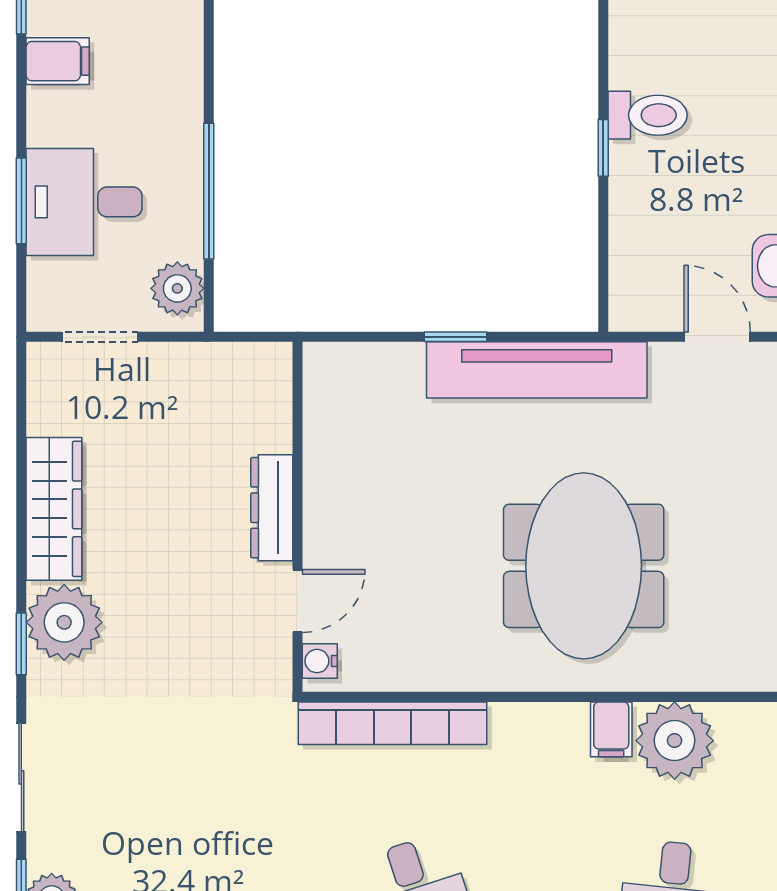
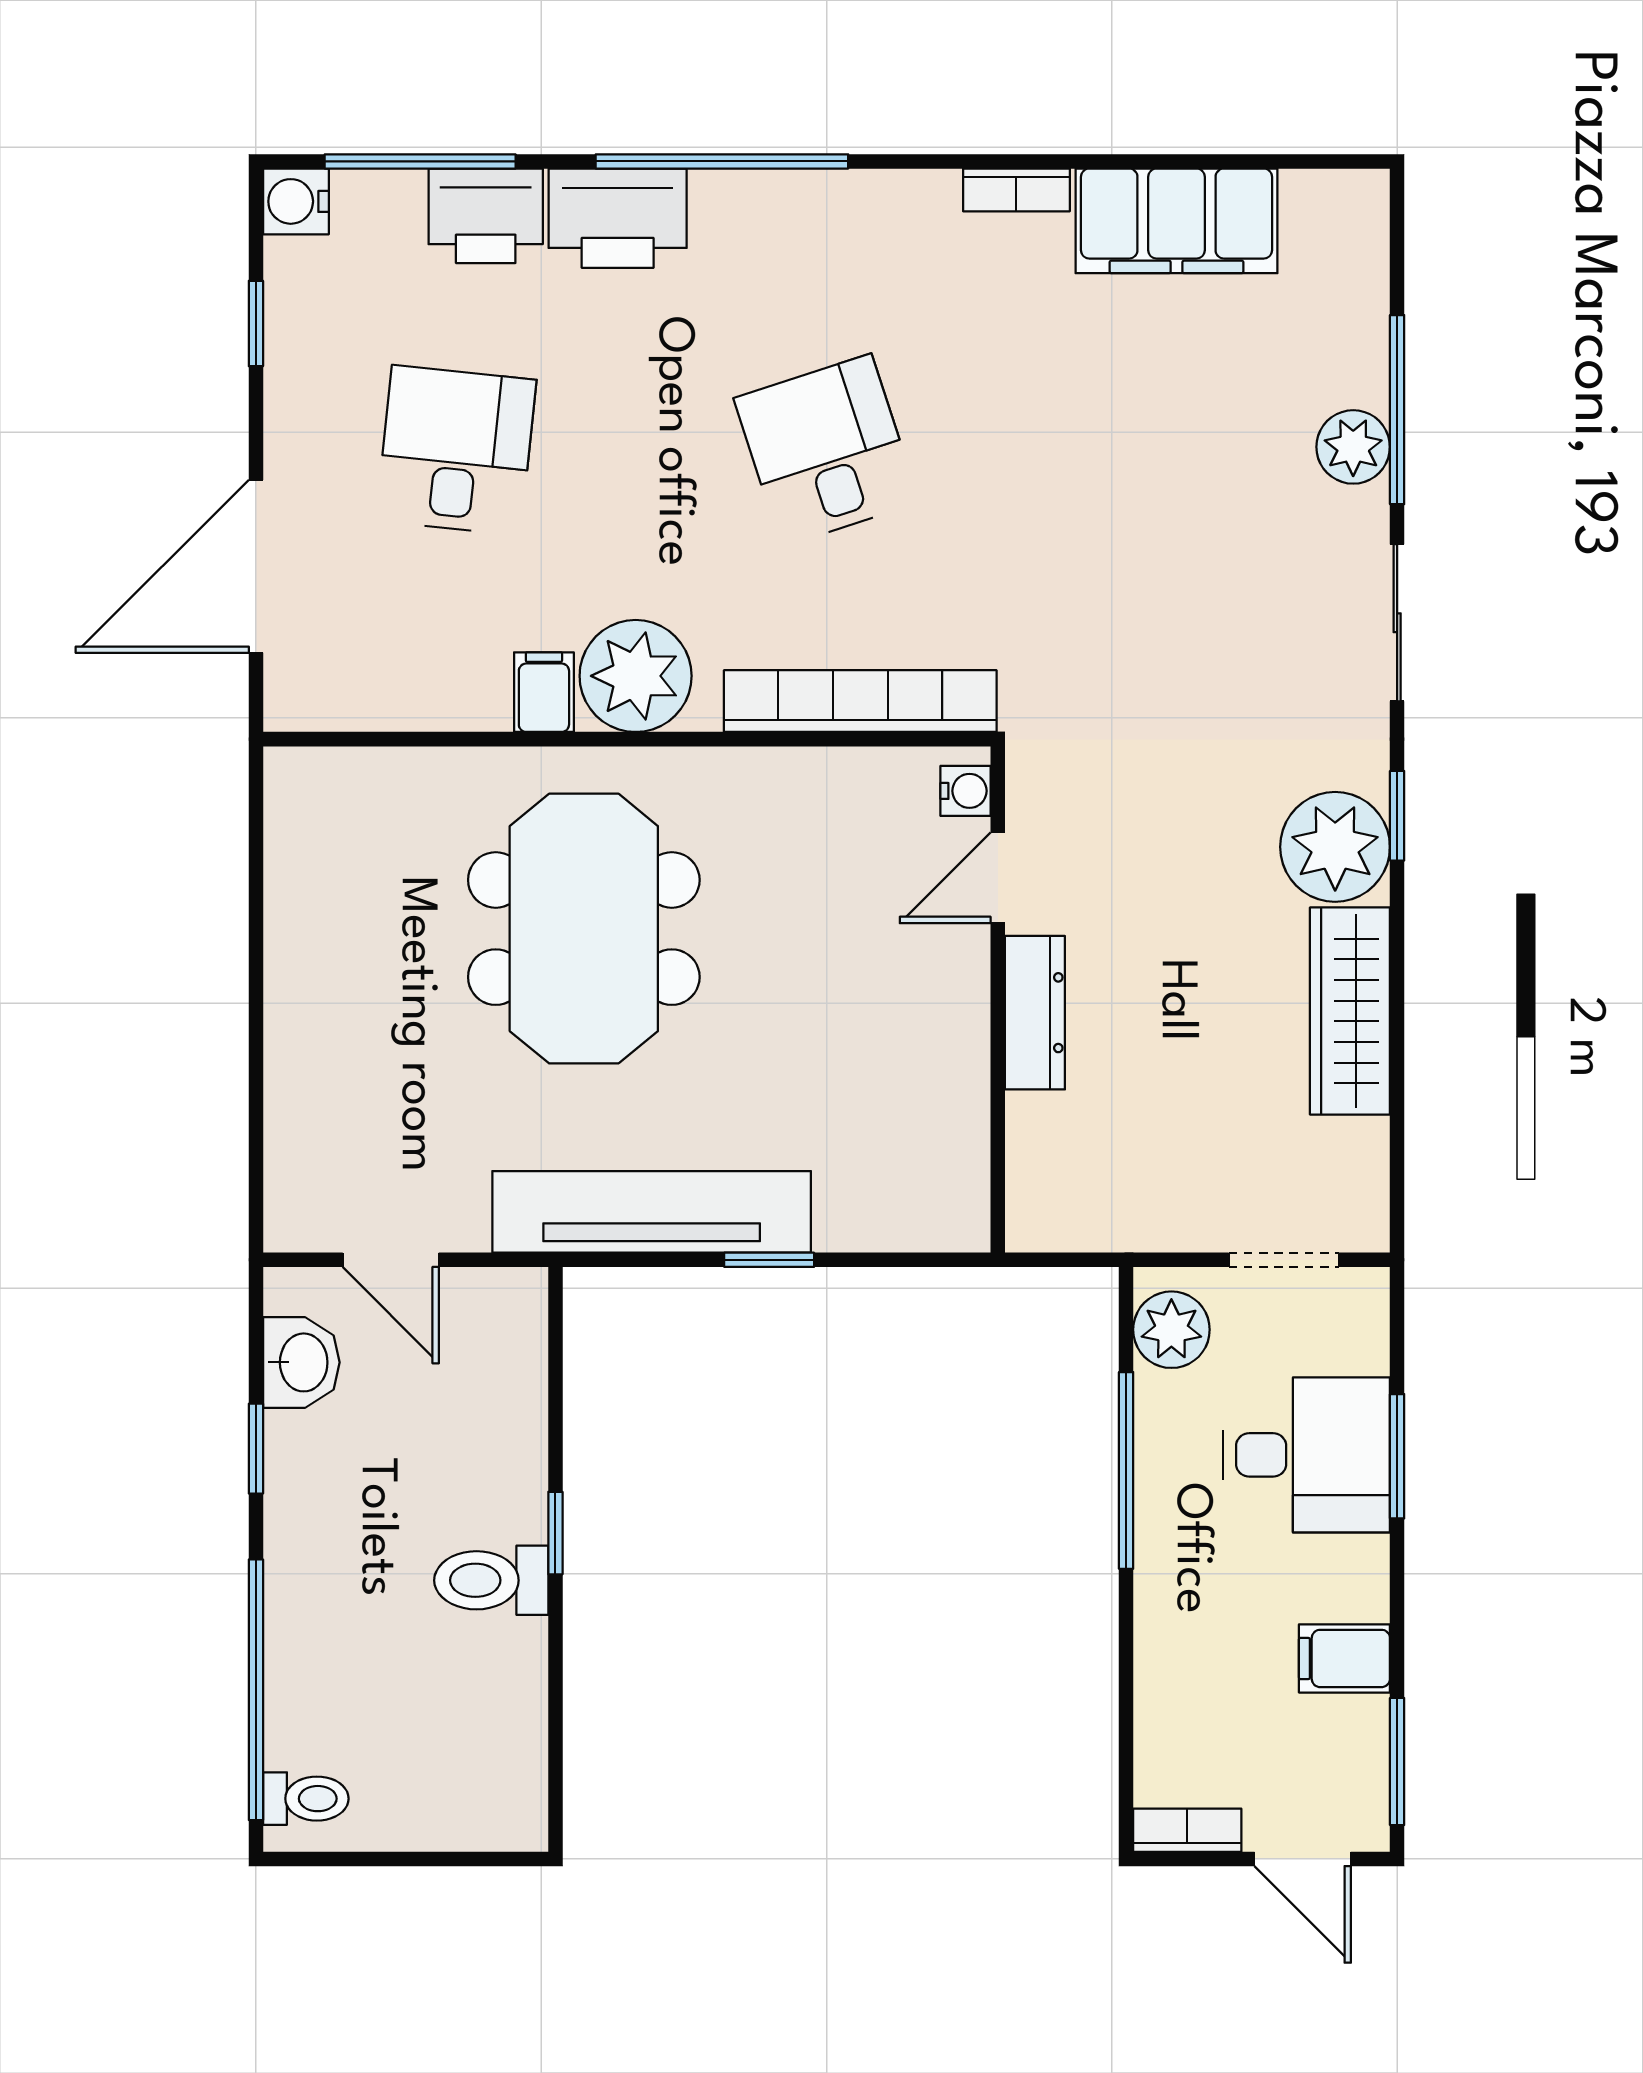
plant: (675, 741) -> (636, 676), moved

